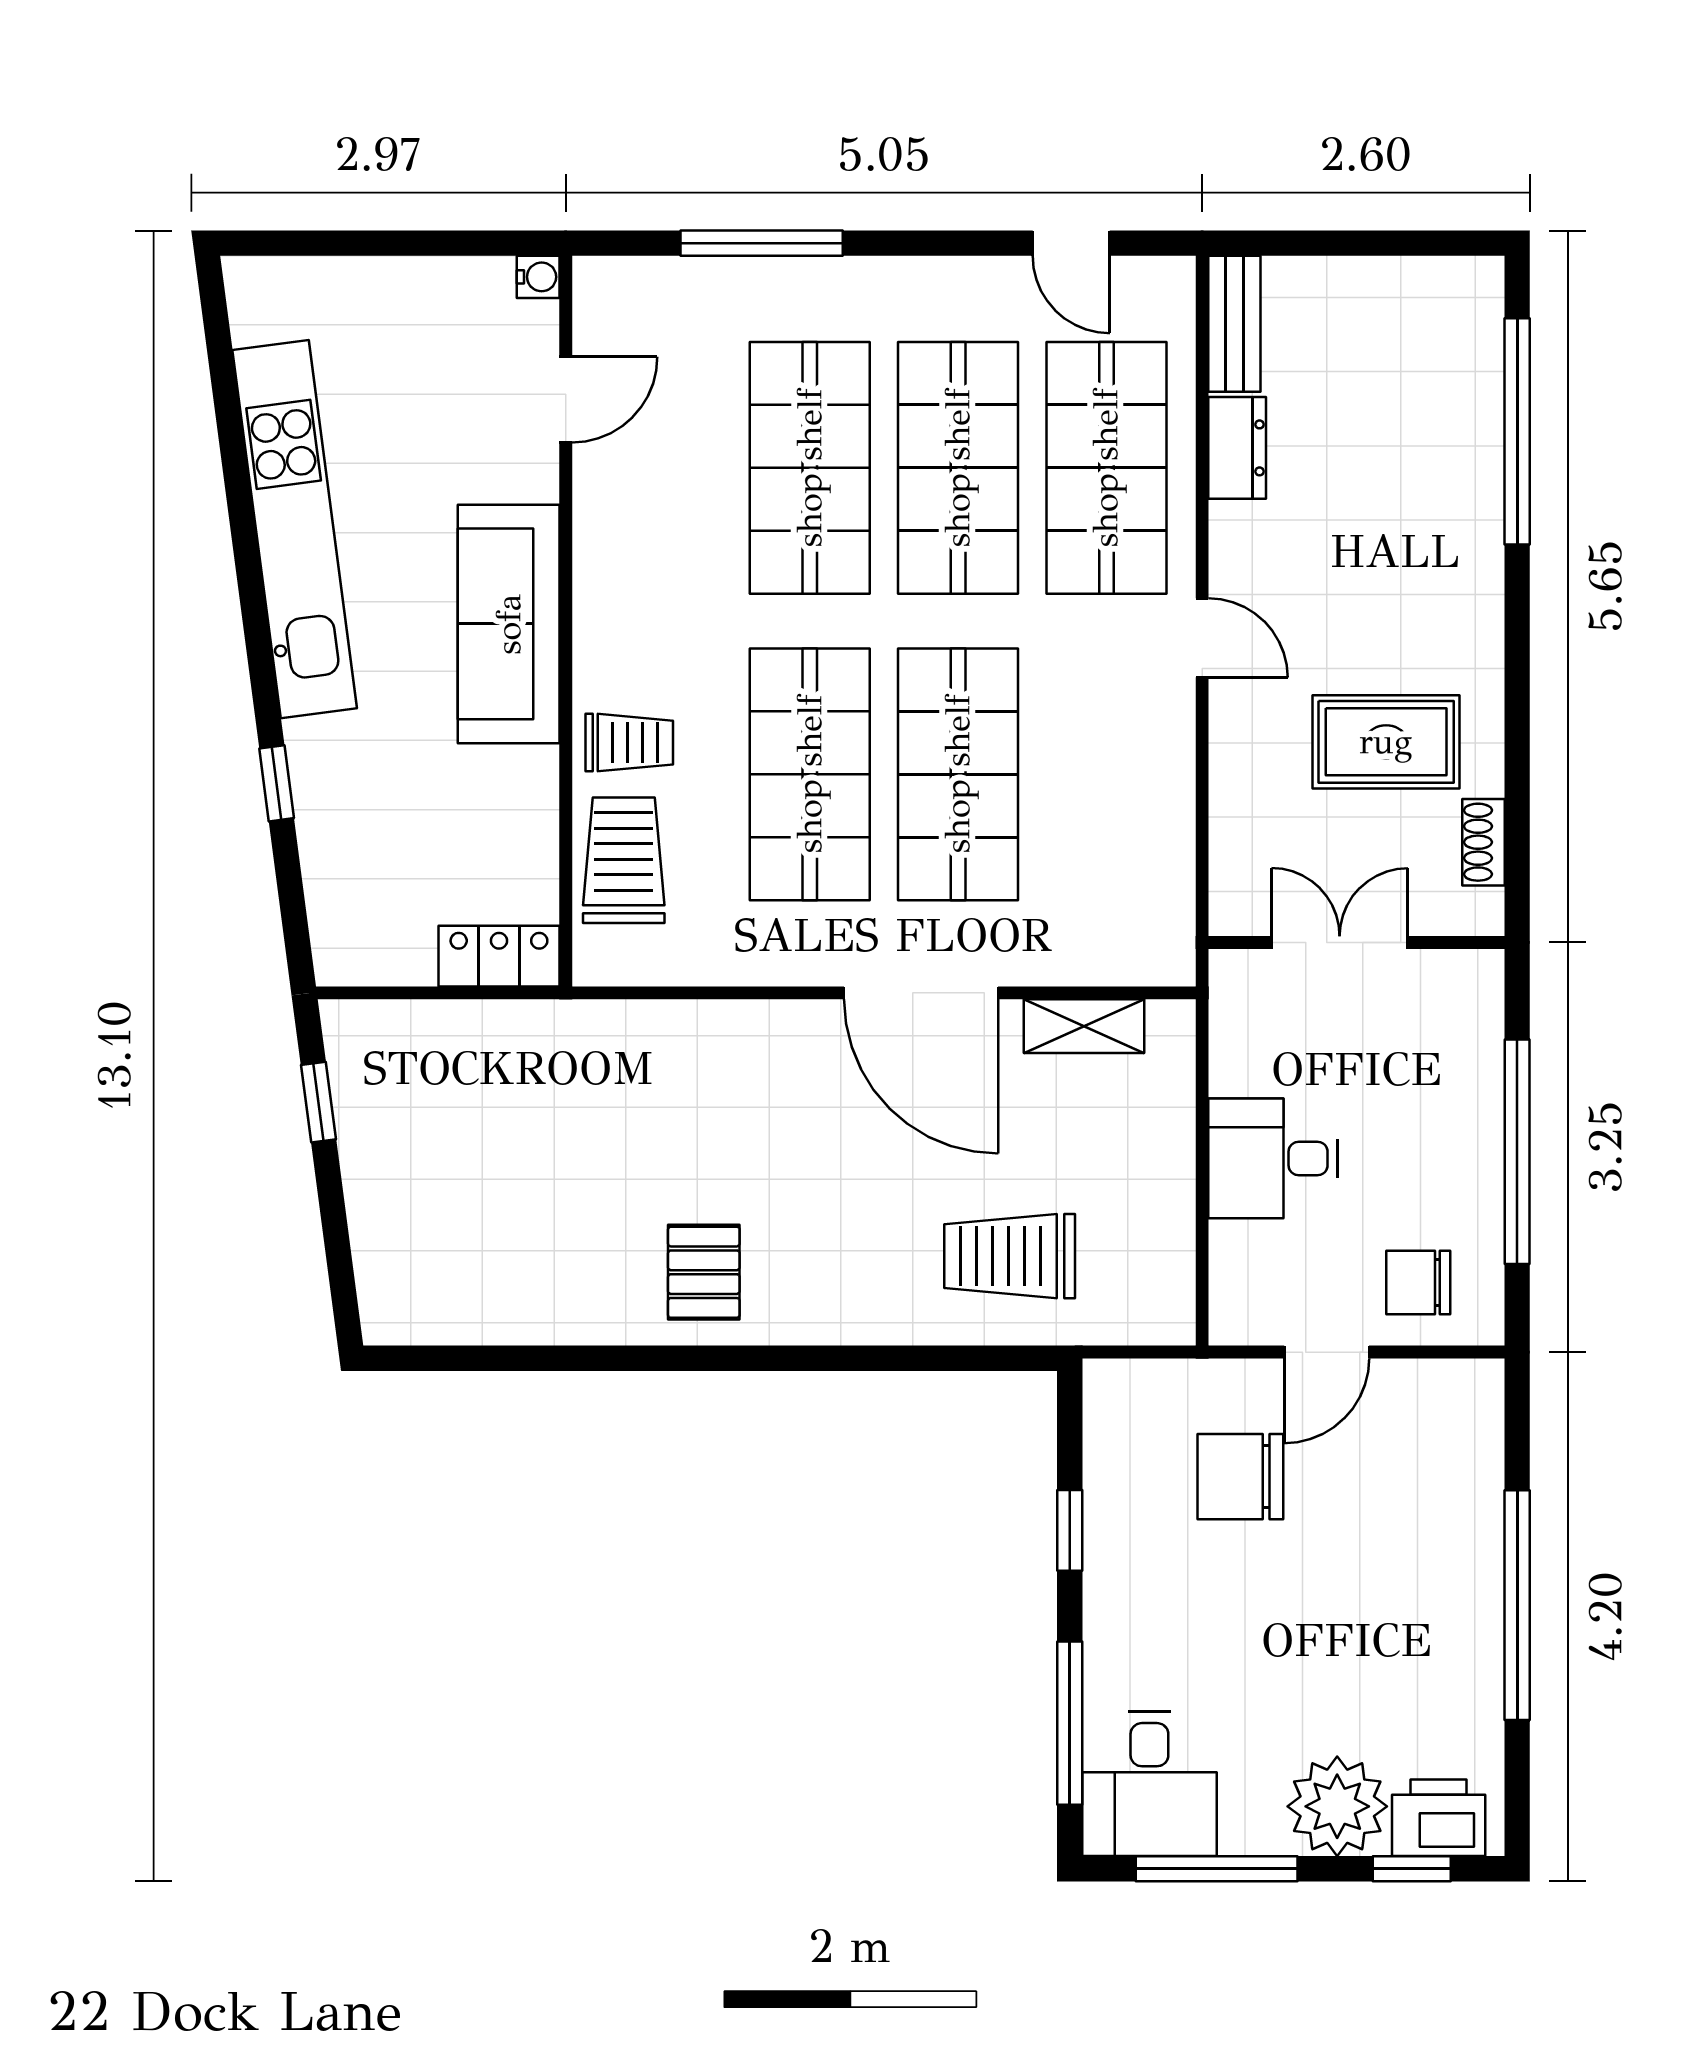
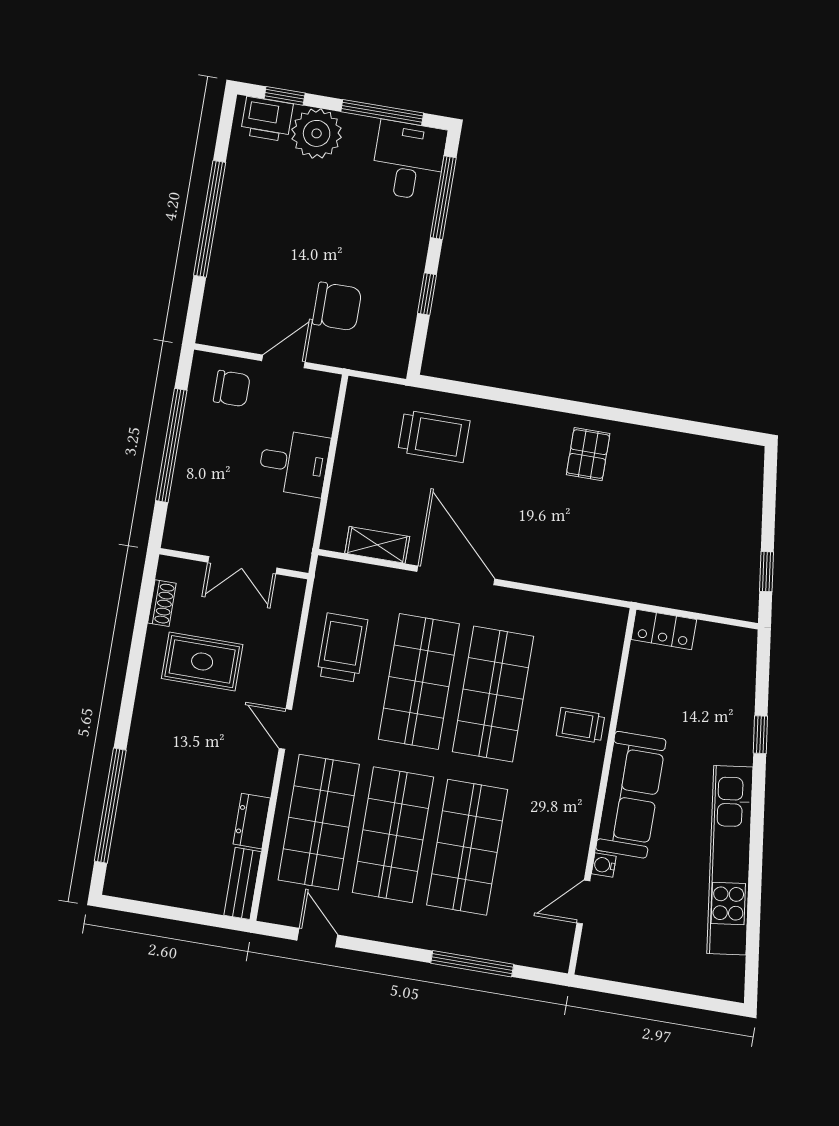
water cooler: (538, 277) -> (604, 865), moved
trolley: (624, 860) -> (342, 648), moved, turned 180

